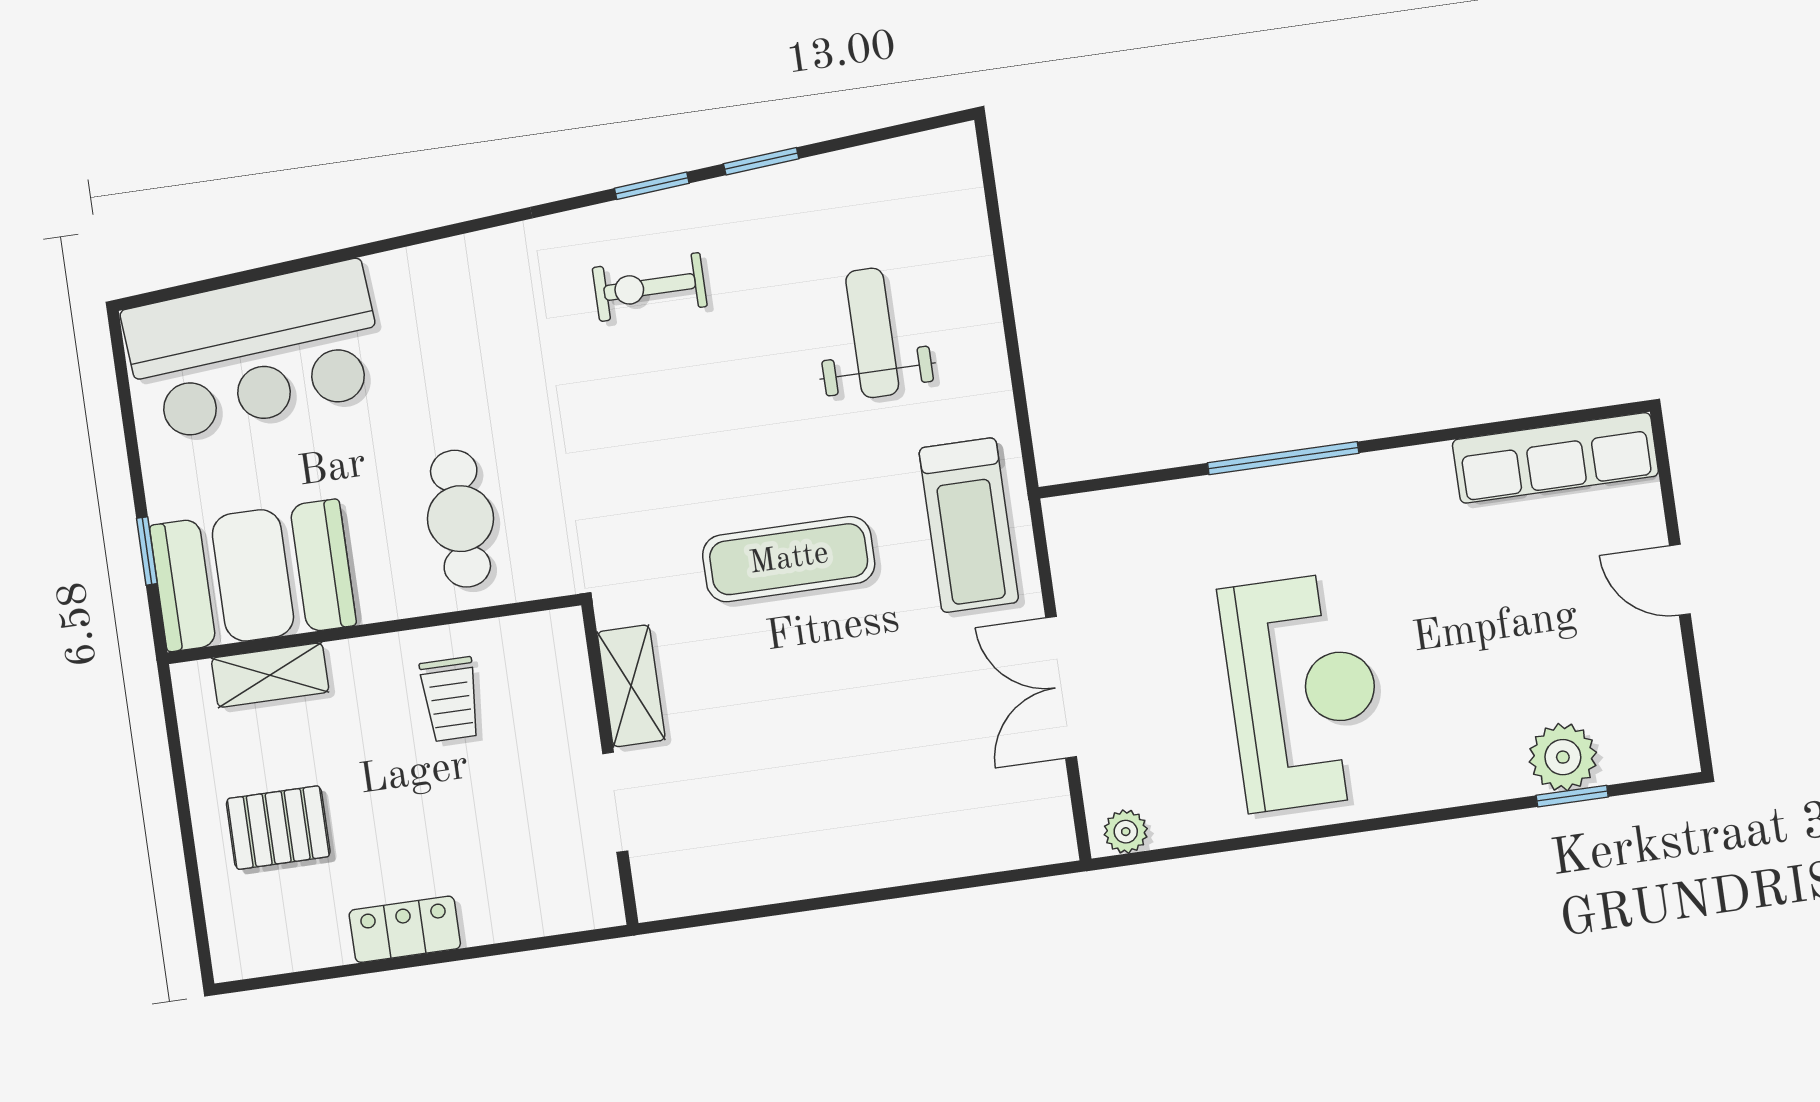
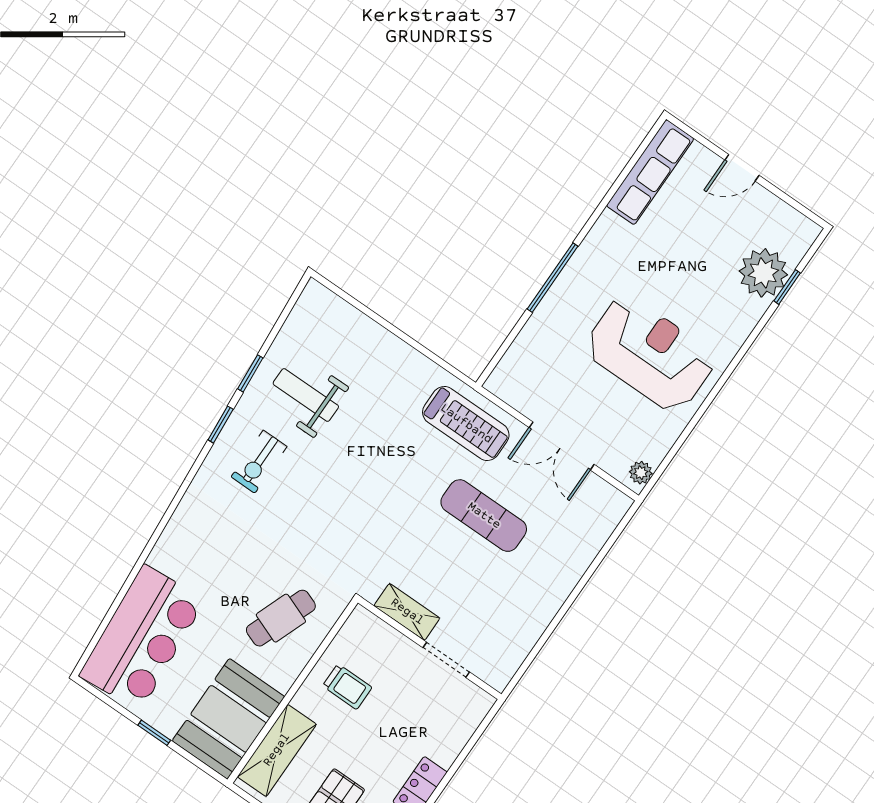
weight bench: (872, 333) -> (306, 395), moved
cafe table: (461, 519) -> (281, 618), turned -69
window: (147, 551) -> (154, 733), moved
exercise mat: (789, 559) -> (484, 516), moved, turned 90
shelving: (270, 675) -> (277, 750), width x1.50, depth x1.33
plant: (1563, 757) -> (763, 273), width x1.36, depth x1.36

